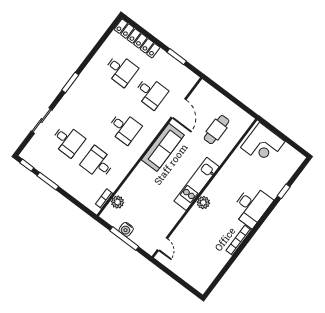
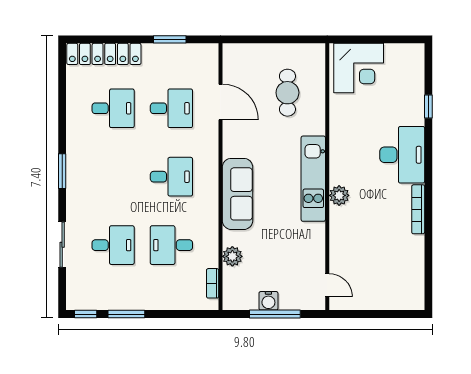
sofa: (163, 147) -> (238, 194), moved
plant: (118, 202) -> (232, 256), moved

